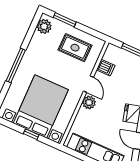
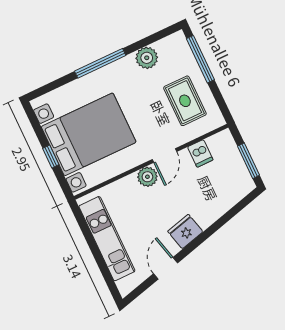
window: (65, 20) -> (200, 59), width x1.44
plant: (44, 26) -> (147, 58), moved

